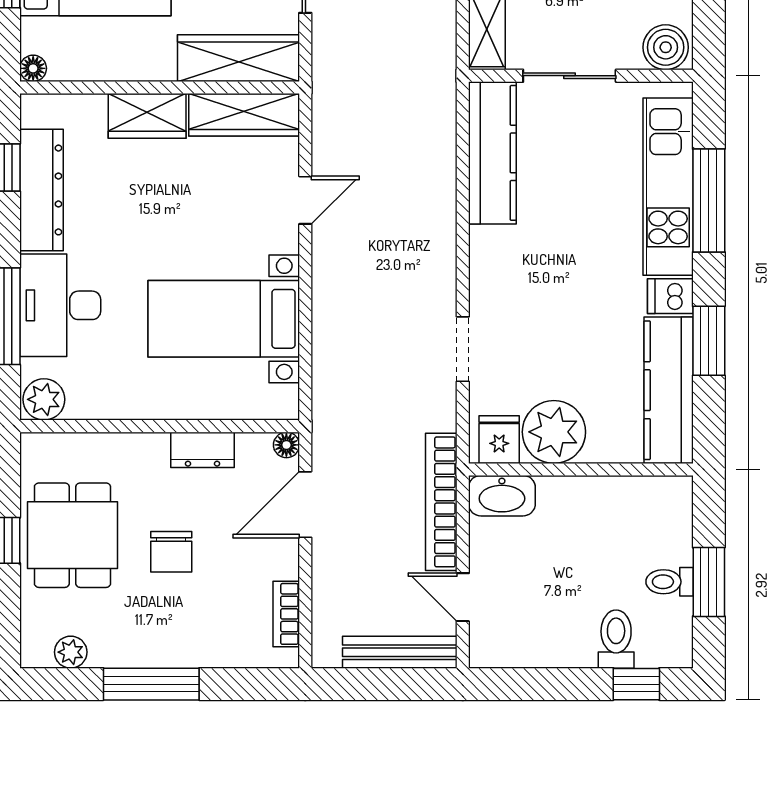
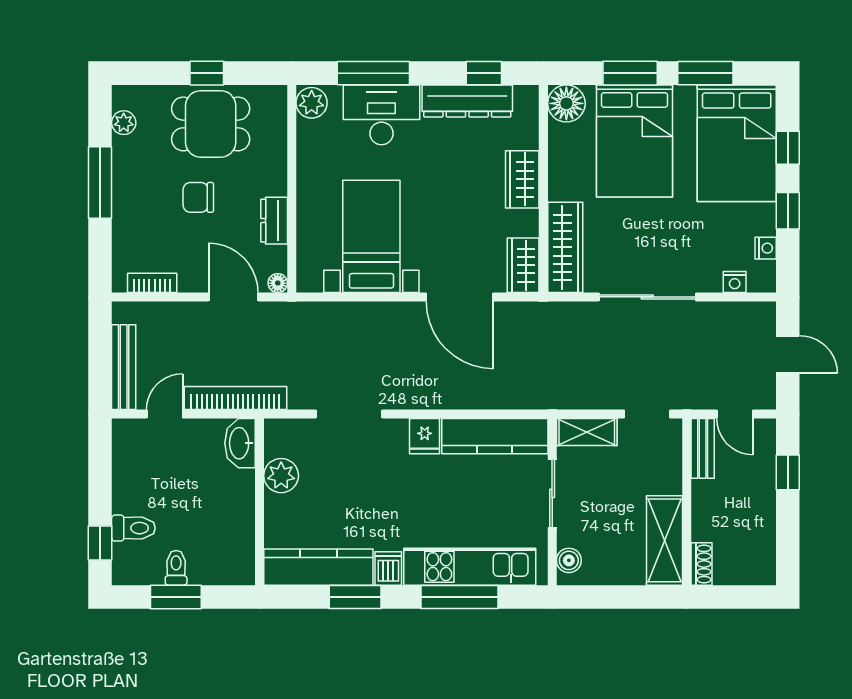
boiler: (666, 47) -> (569, 560), width x0.73, depth x0.73
floor lamp: (33, 68) -> (566, 103), width x1.89, depth x1.89
wardrobe: (244, 115) -> (523, 265), width x0.67
door: (305, 200) -> (460, 297), width x1.88
doorway: (463, 349) -> (349, 414), width x1.38
plant: (554, 432) -> (281, 476), width x0.73, depth x0.73
fridge: (499, 440) -> (425, 436), moved, turned 90

